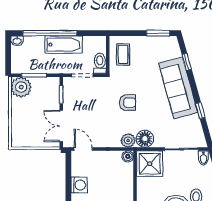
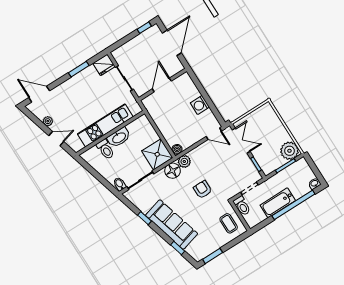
armchair: (128, 103) -> (203, 189), turned 90

